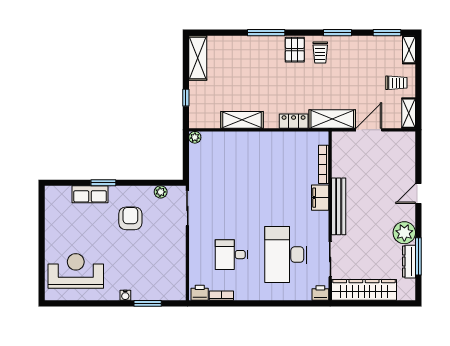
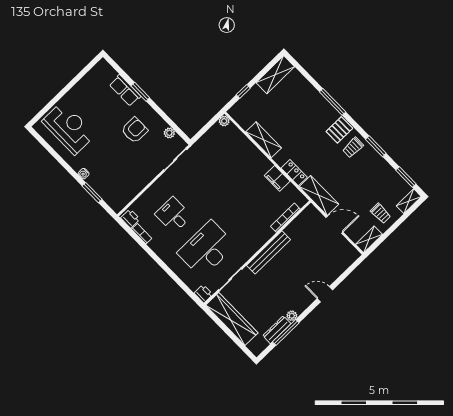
filing cabinet: (320, 198) -> (277, 178), moved, turned -90
plant: (404, 233) -> (292, 316), width x0.53, depth x0.53

